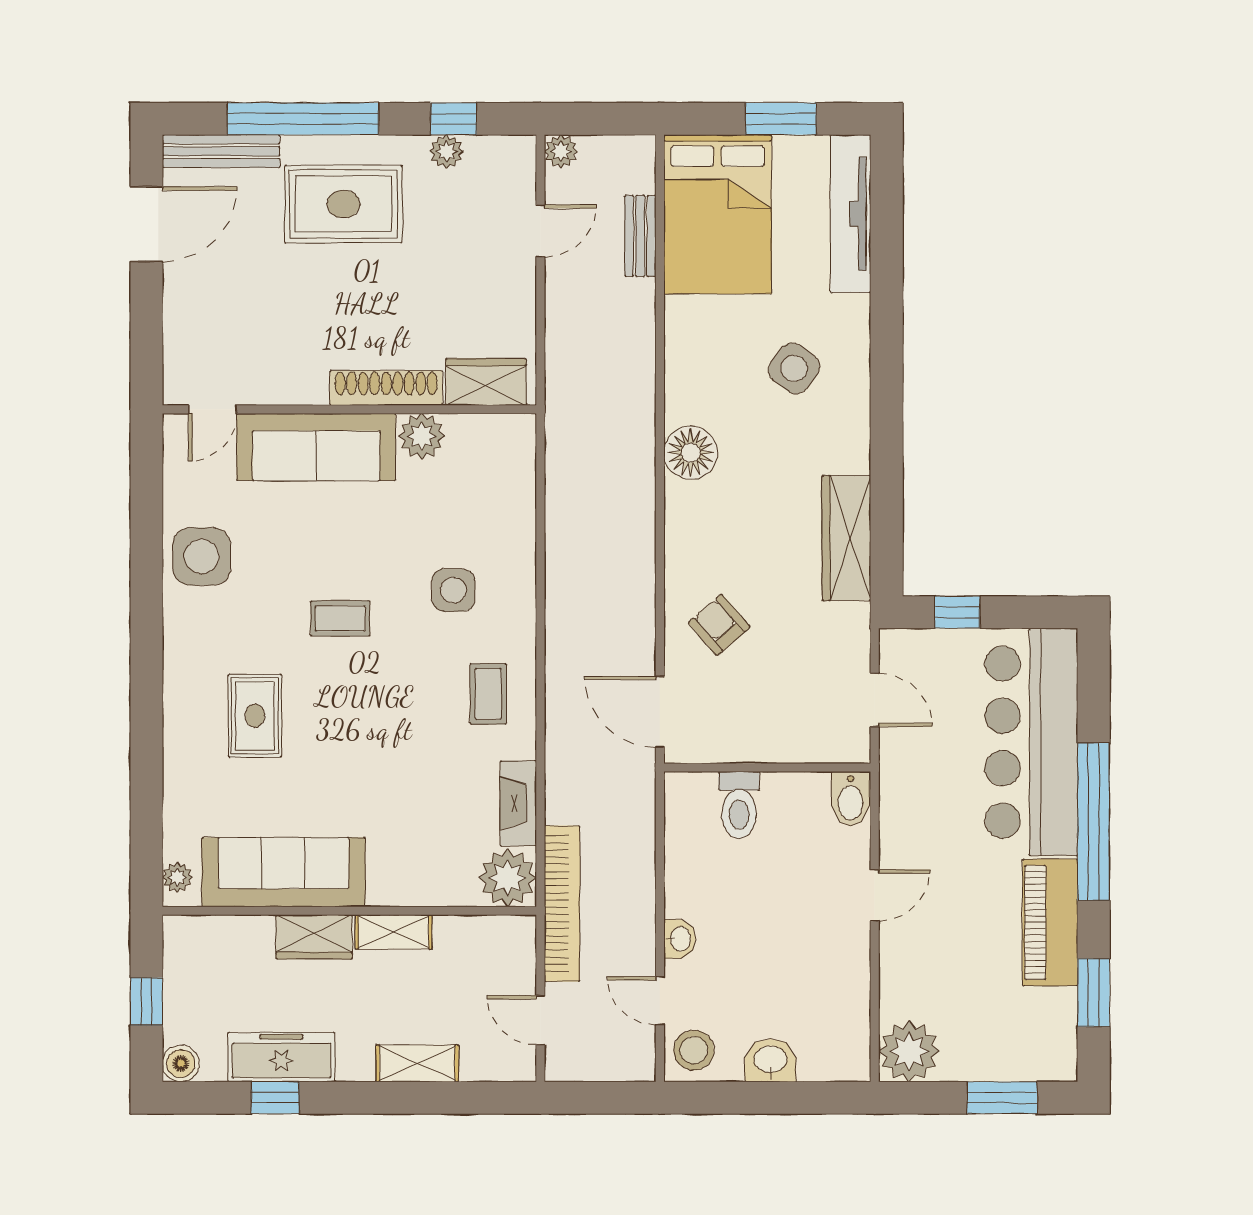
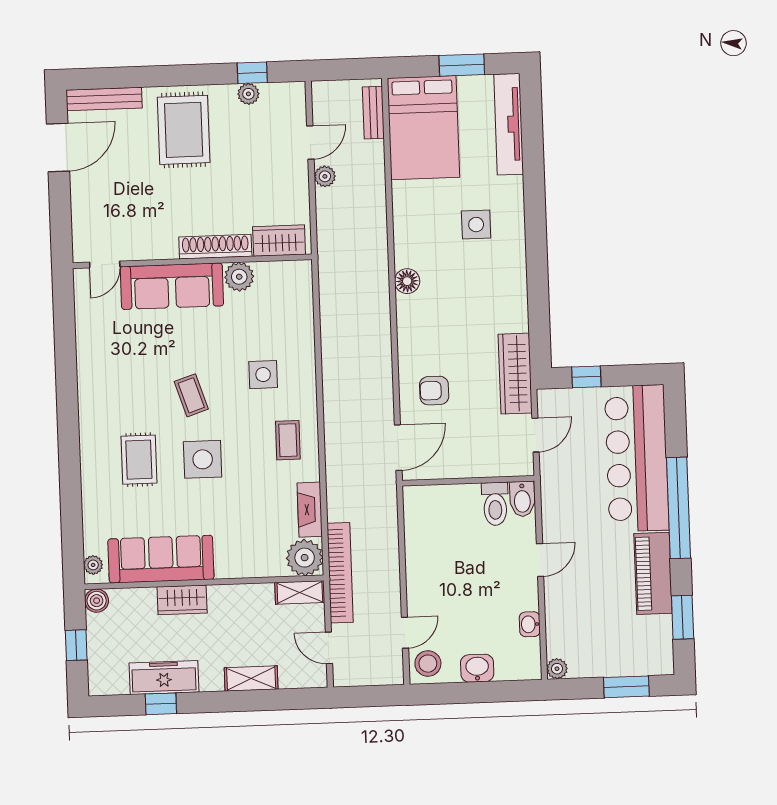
window: (303, 119) -> (156, 76), removed
plant: (561, 151) -> (325, 176), moved
rug: (343, 204) -> (184, 130), turned 90
bench: (640, 236) -> (373, 113), moved
side table: (794, 368) -> (476, 225), turned -37
floor lamp: (691, 453) -> (407, 281), width x0.73, depth x0.73
wardrobe: (847, 538) -> (515, 374), moved
side table: (202, 556) -> (203, 459), moved
coffee table: (340, 618) -> (191, 395), turned 72
armchair: (719, 625) -> (434, 391), turned -49
door: (875, 700) -> (535, 435), hinge flipped
door: (660, 712) -> (398, 448), swing flipped
toilet: (739, 805) -> (495, 504), moved
shelving: (394, 932) -> (300, 592), moved
washbasin: (680, 939) -> (530, 624), moved, turned 180
door: (660, 1001) -> (405, 633), swing flipped
plant: (909, 1051) -> (557, 669), width x0.53, depth x0.53
boiler: (181, 1063) -> (97, 601), moved

